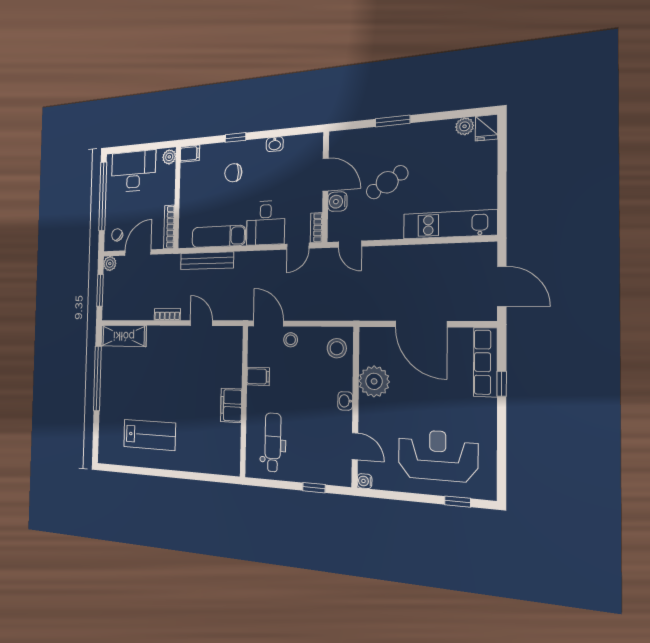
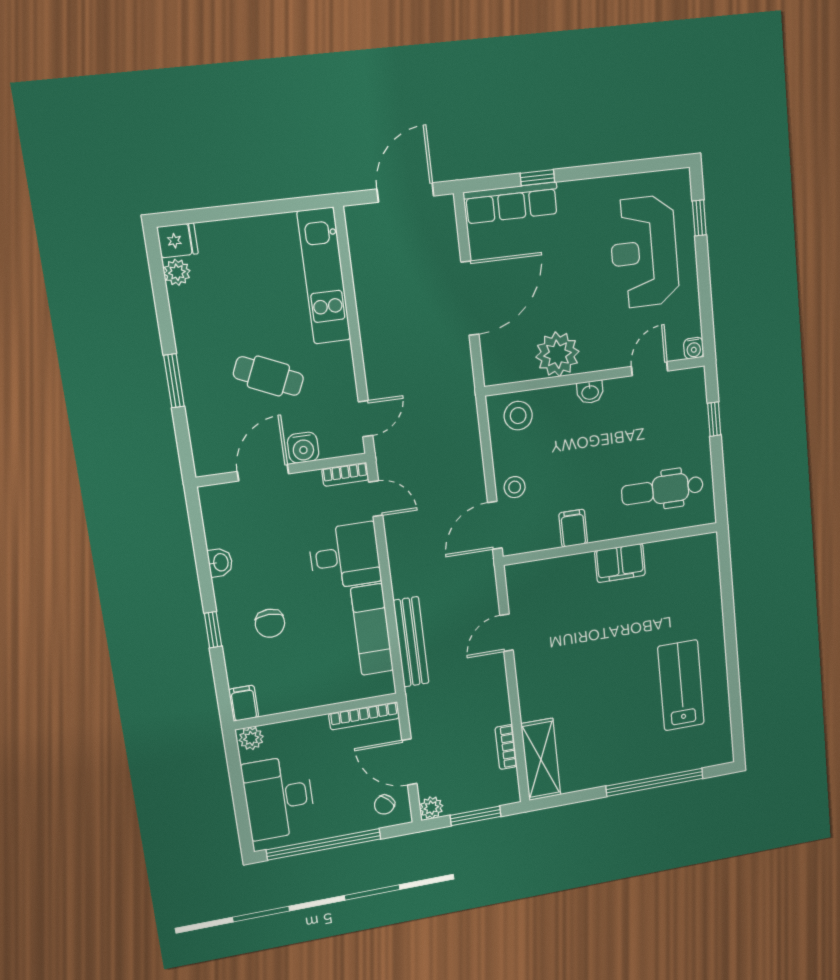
cafe table: (387, 182) -> (268, 376), turned -34
bookcase: (167, 314) -> (506, 747), moved
window: (97, 378) -> (655, 782), moved

